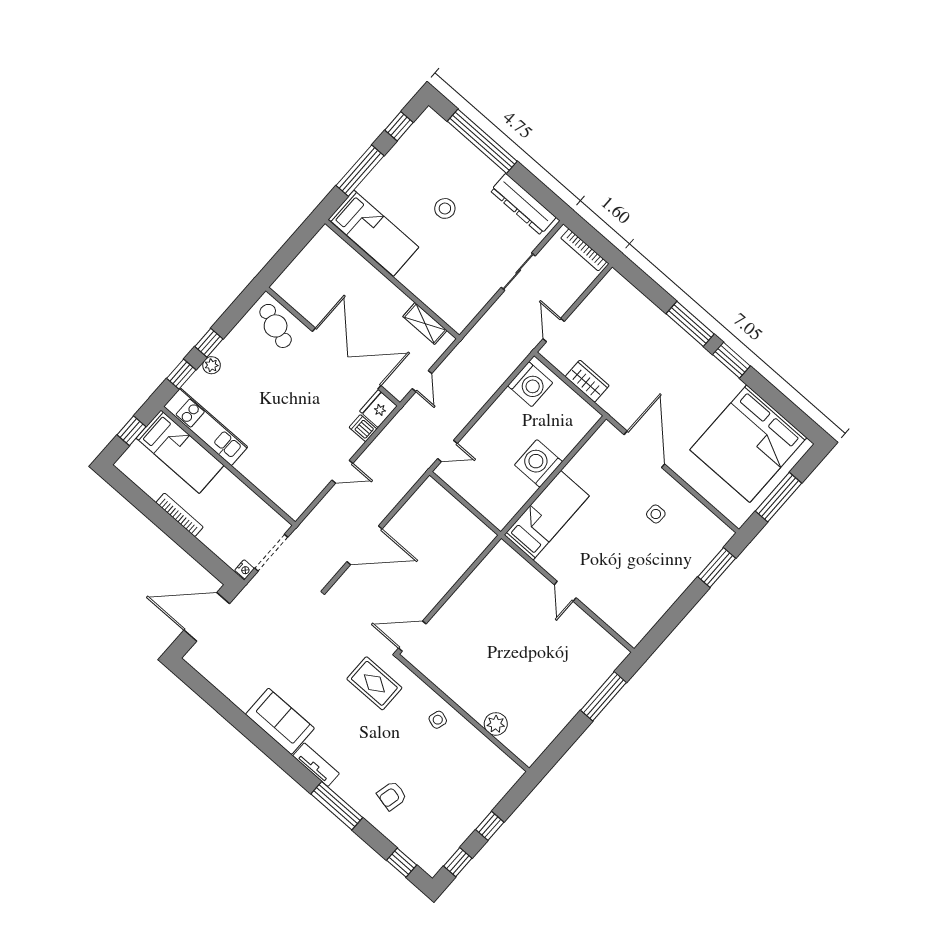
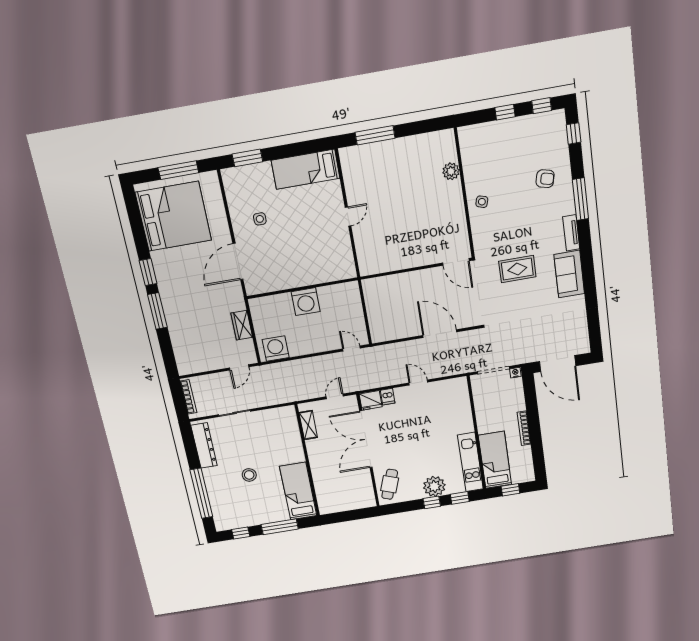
plant: (212, 365) -> (434, 486), width x1.88, depth x1.88
bed: (547, 515) -> (306, 169), moved
rug: (374, 683) -> (517, 269), moved, turned 90

